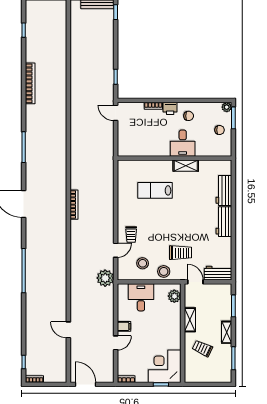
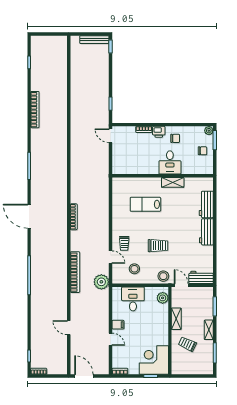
door: (116, 250) -> (110, 257), hinge flipped
trolley: (181, 253) -> (158, 246), moved
bookcase: (75, 267) -> (75, 272), added
stool: (164, 271) -> (163, 276), moved
door: (116, 343) -> (110, 339), hinge flipped

